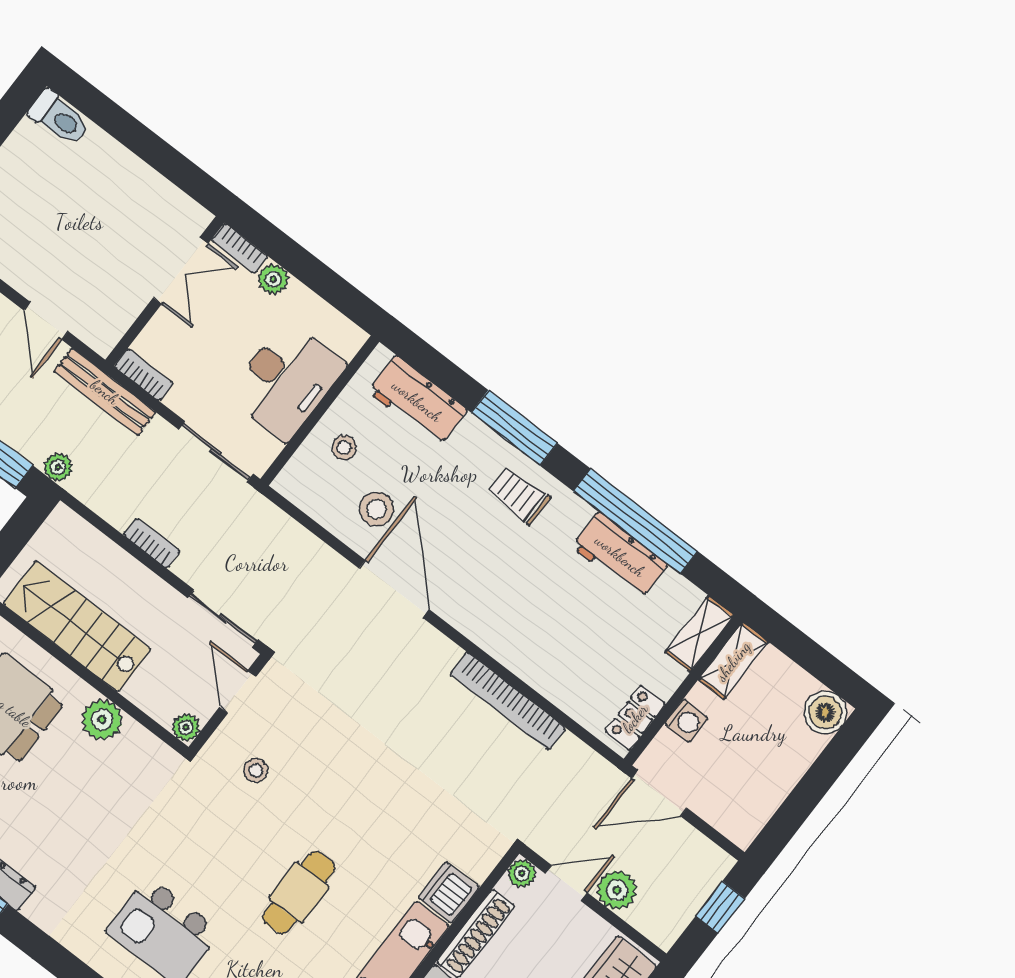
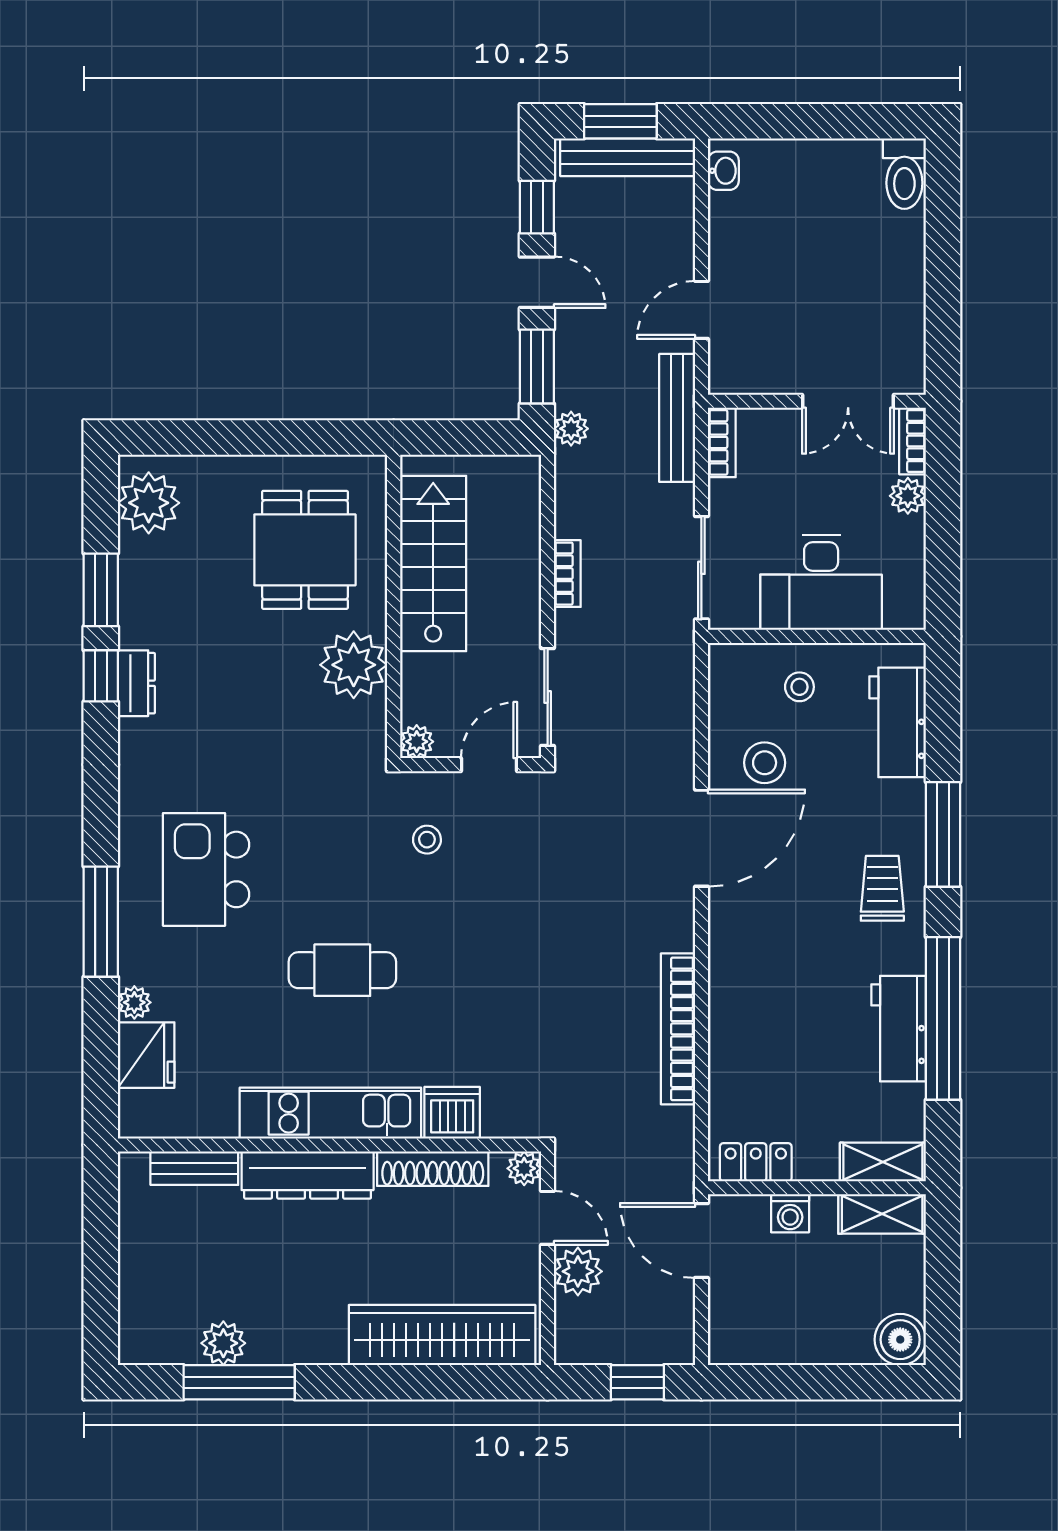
plant: (102, 720) -> (354, 665), width x1.36, depth x1.36

